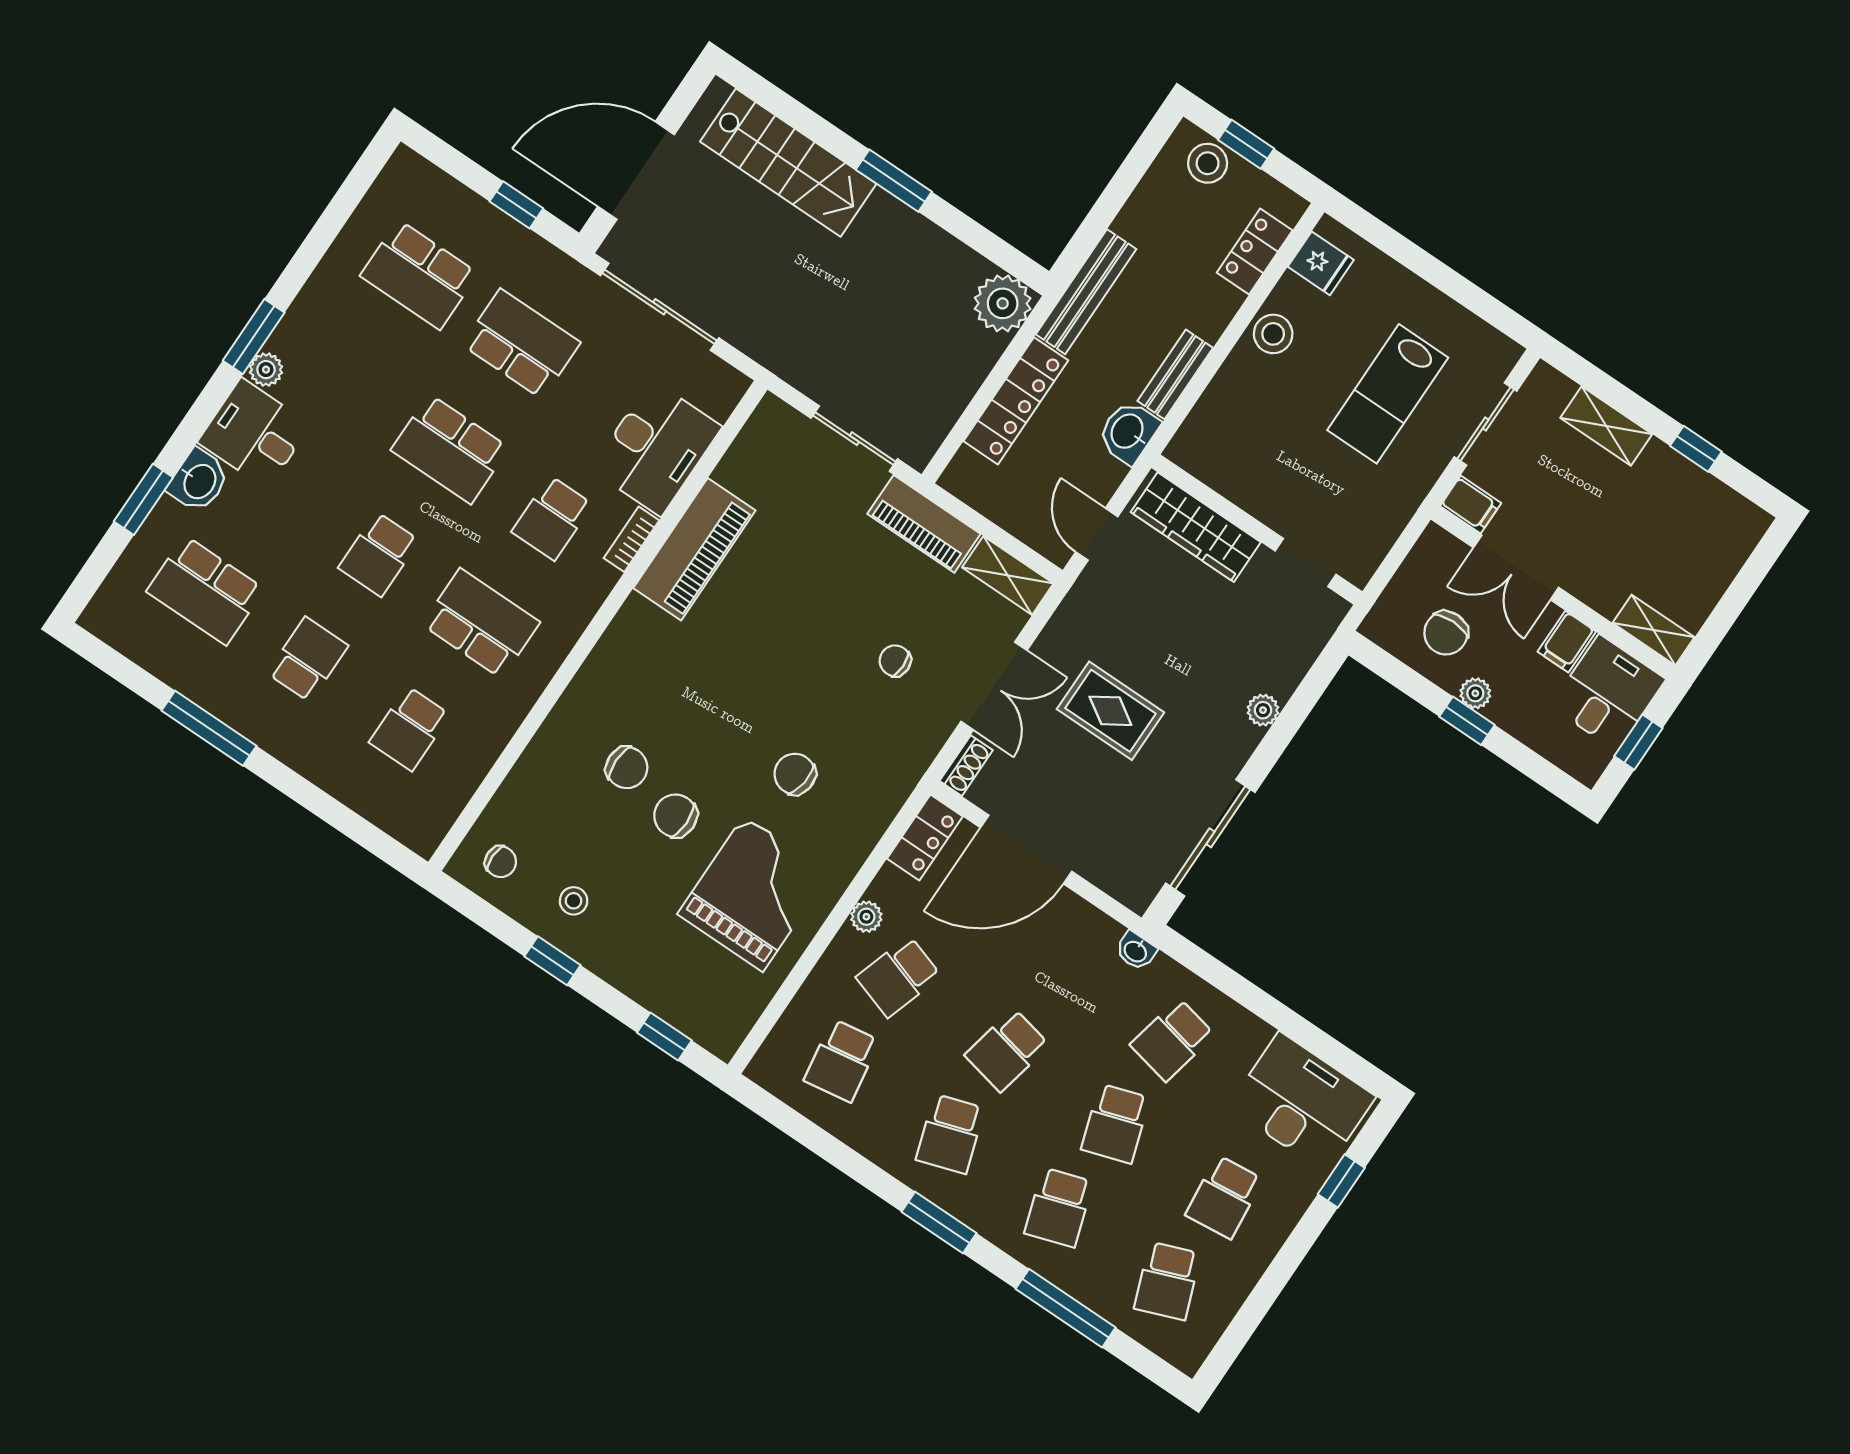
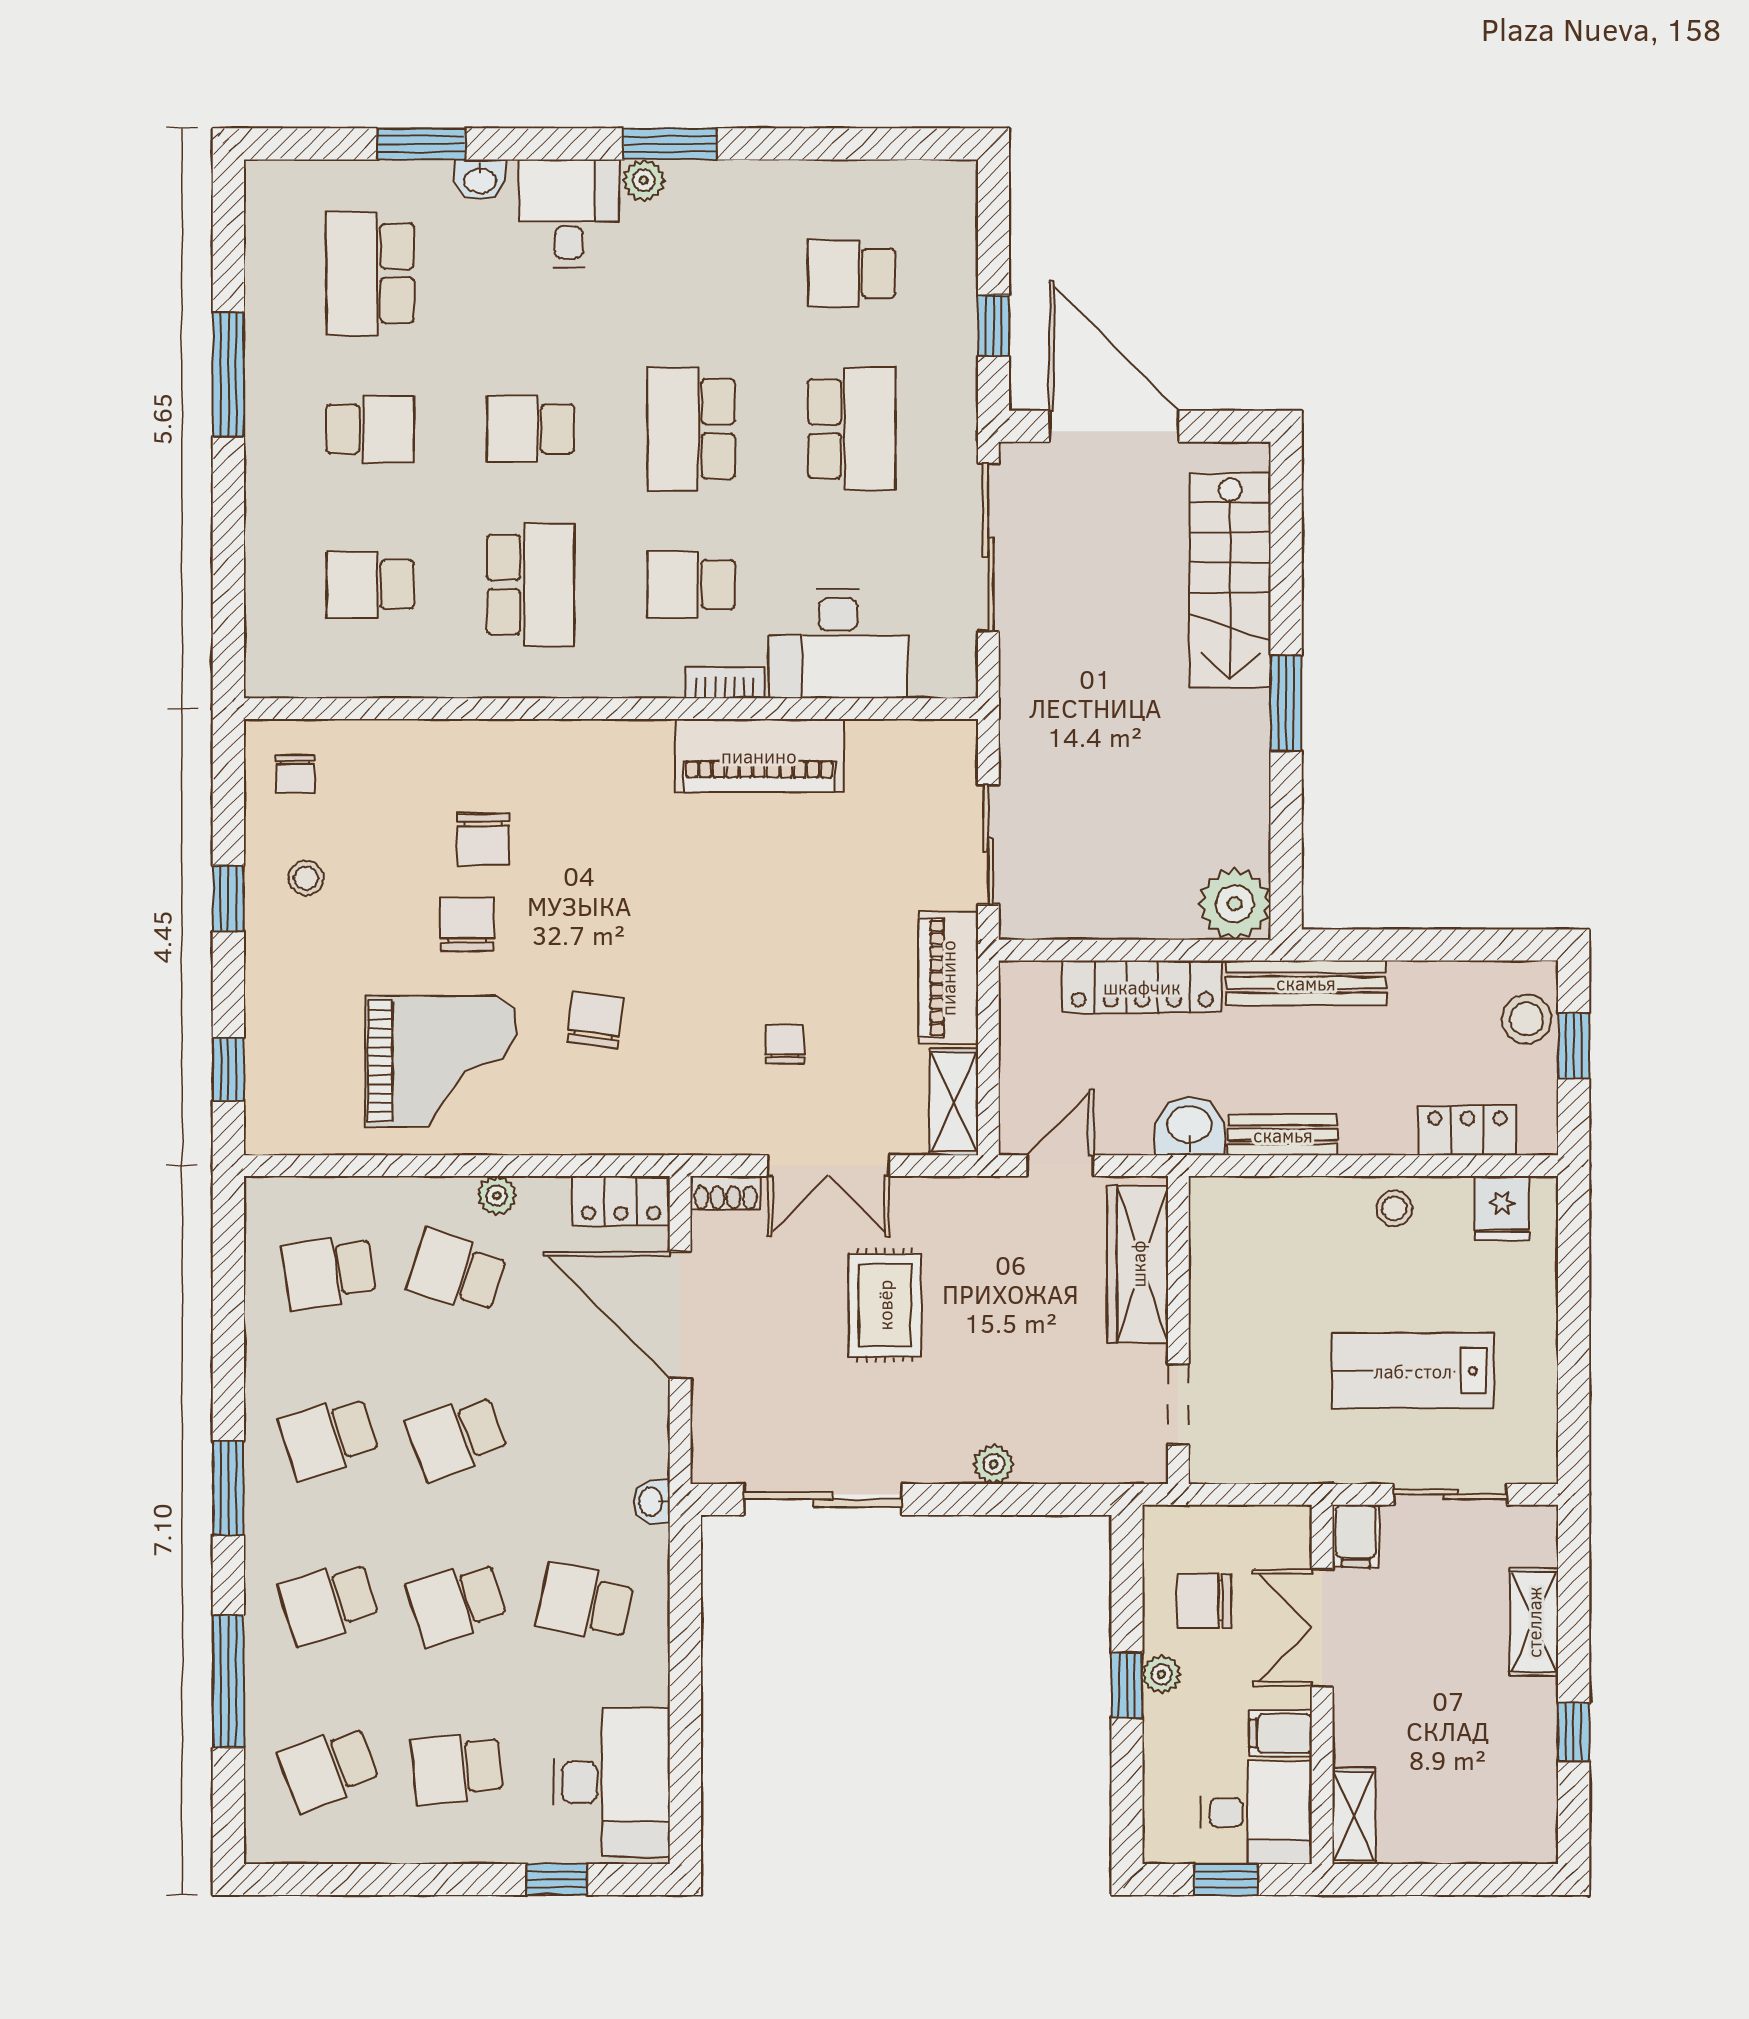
school desk: (419, 275) -> (852, 273), width x0.54
stool: (1273, 334) -> (1394, 1208), width x0.73, depth x0.73
washbasin: (199, 481) -> (480, 180), width x0.72, depth x0.69
school desk: (1007, 1050) -> (457, 1437), turned -33

